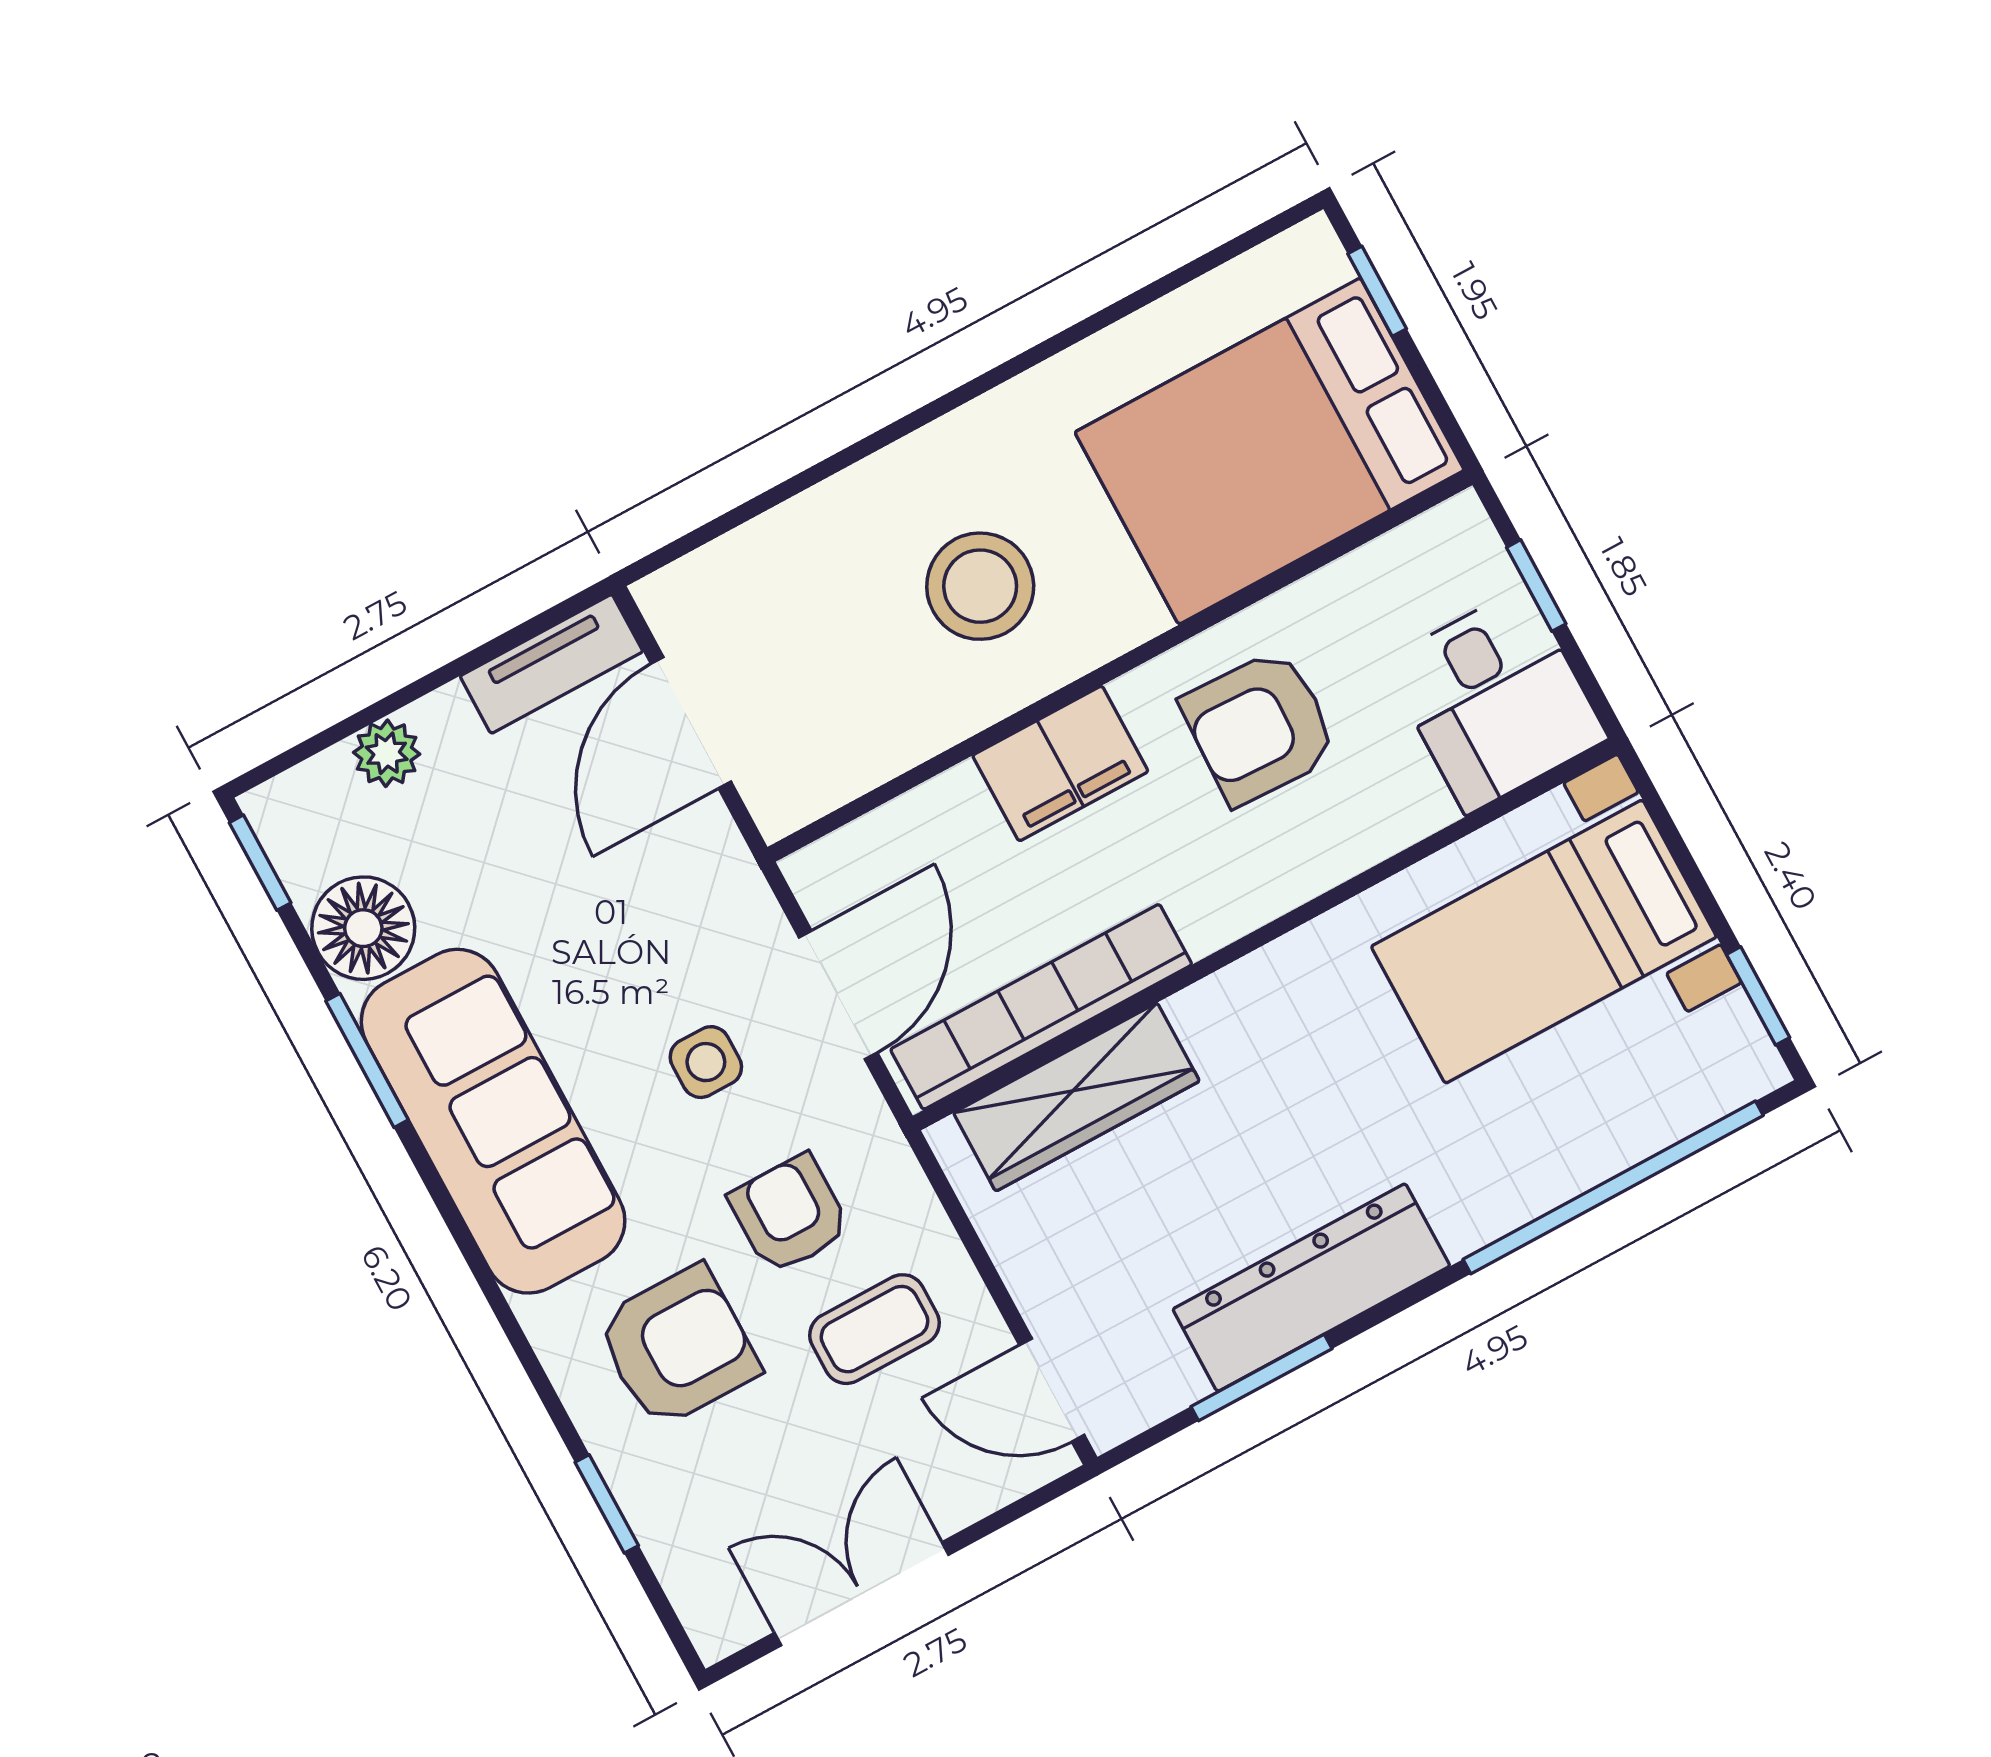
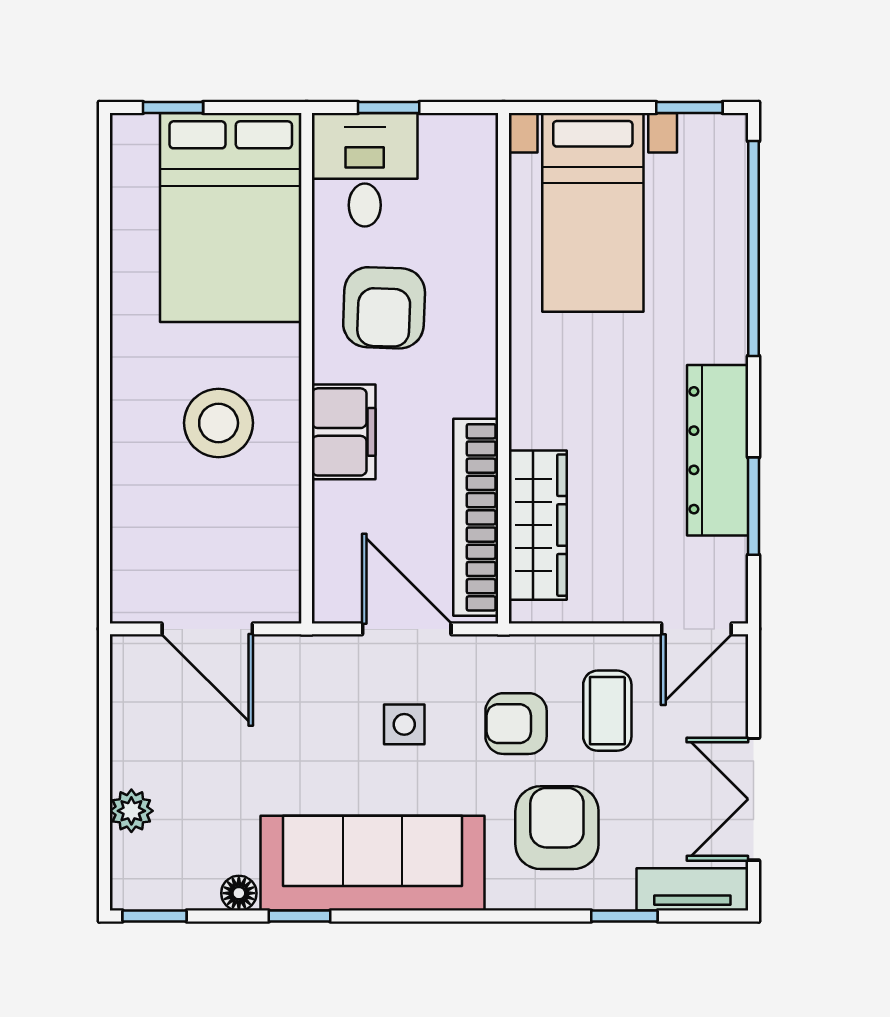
tv unit: (551, 664) -> (692, 889), moved, turned -90
desk: (1496, 700) -> (365, 170), moved, turned -90
floor lamp: (363, 928) -> (239, 893), width x0.53, depth x0.53
window: (367, 1060) -> (299, 916), width x0.67

